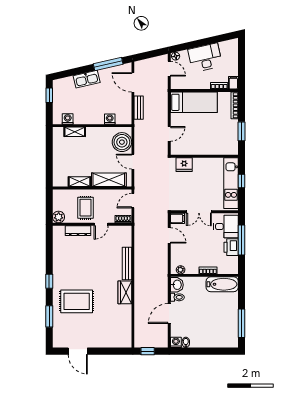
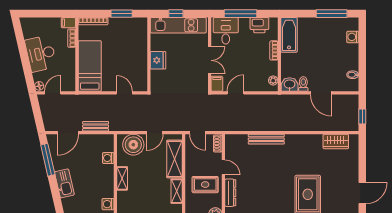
shelving: (75, 132) -> (122, 178), moved
fridge: (184, 165) -> (158, 60), moved
printer: (231, 247) -> (259, 25), moved
wardrobe: (125, 292) -> (336, 141), moved
washing machine: (176, 342) -> (353, 37), moved

